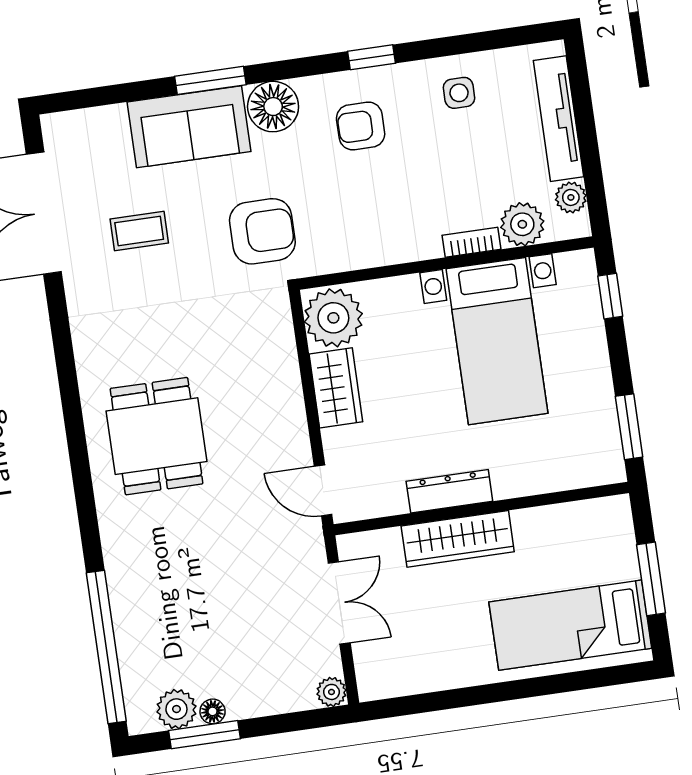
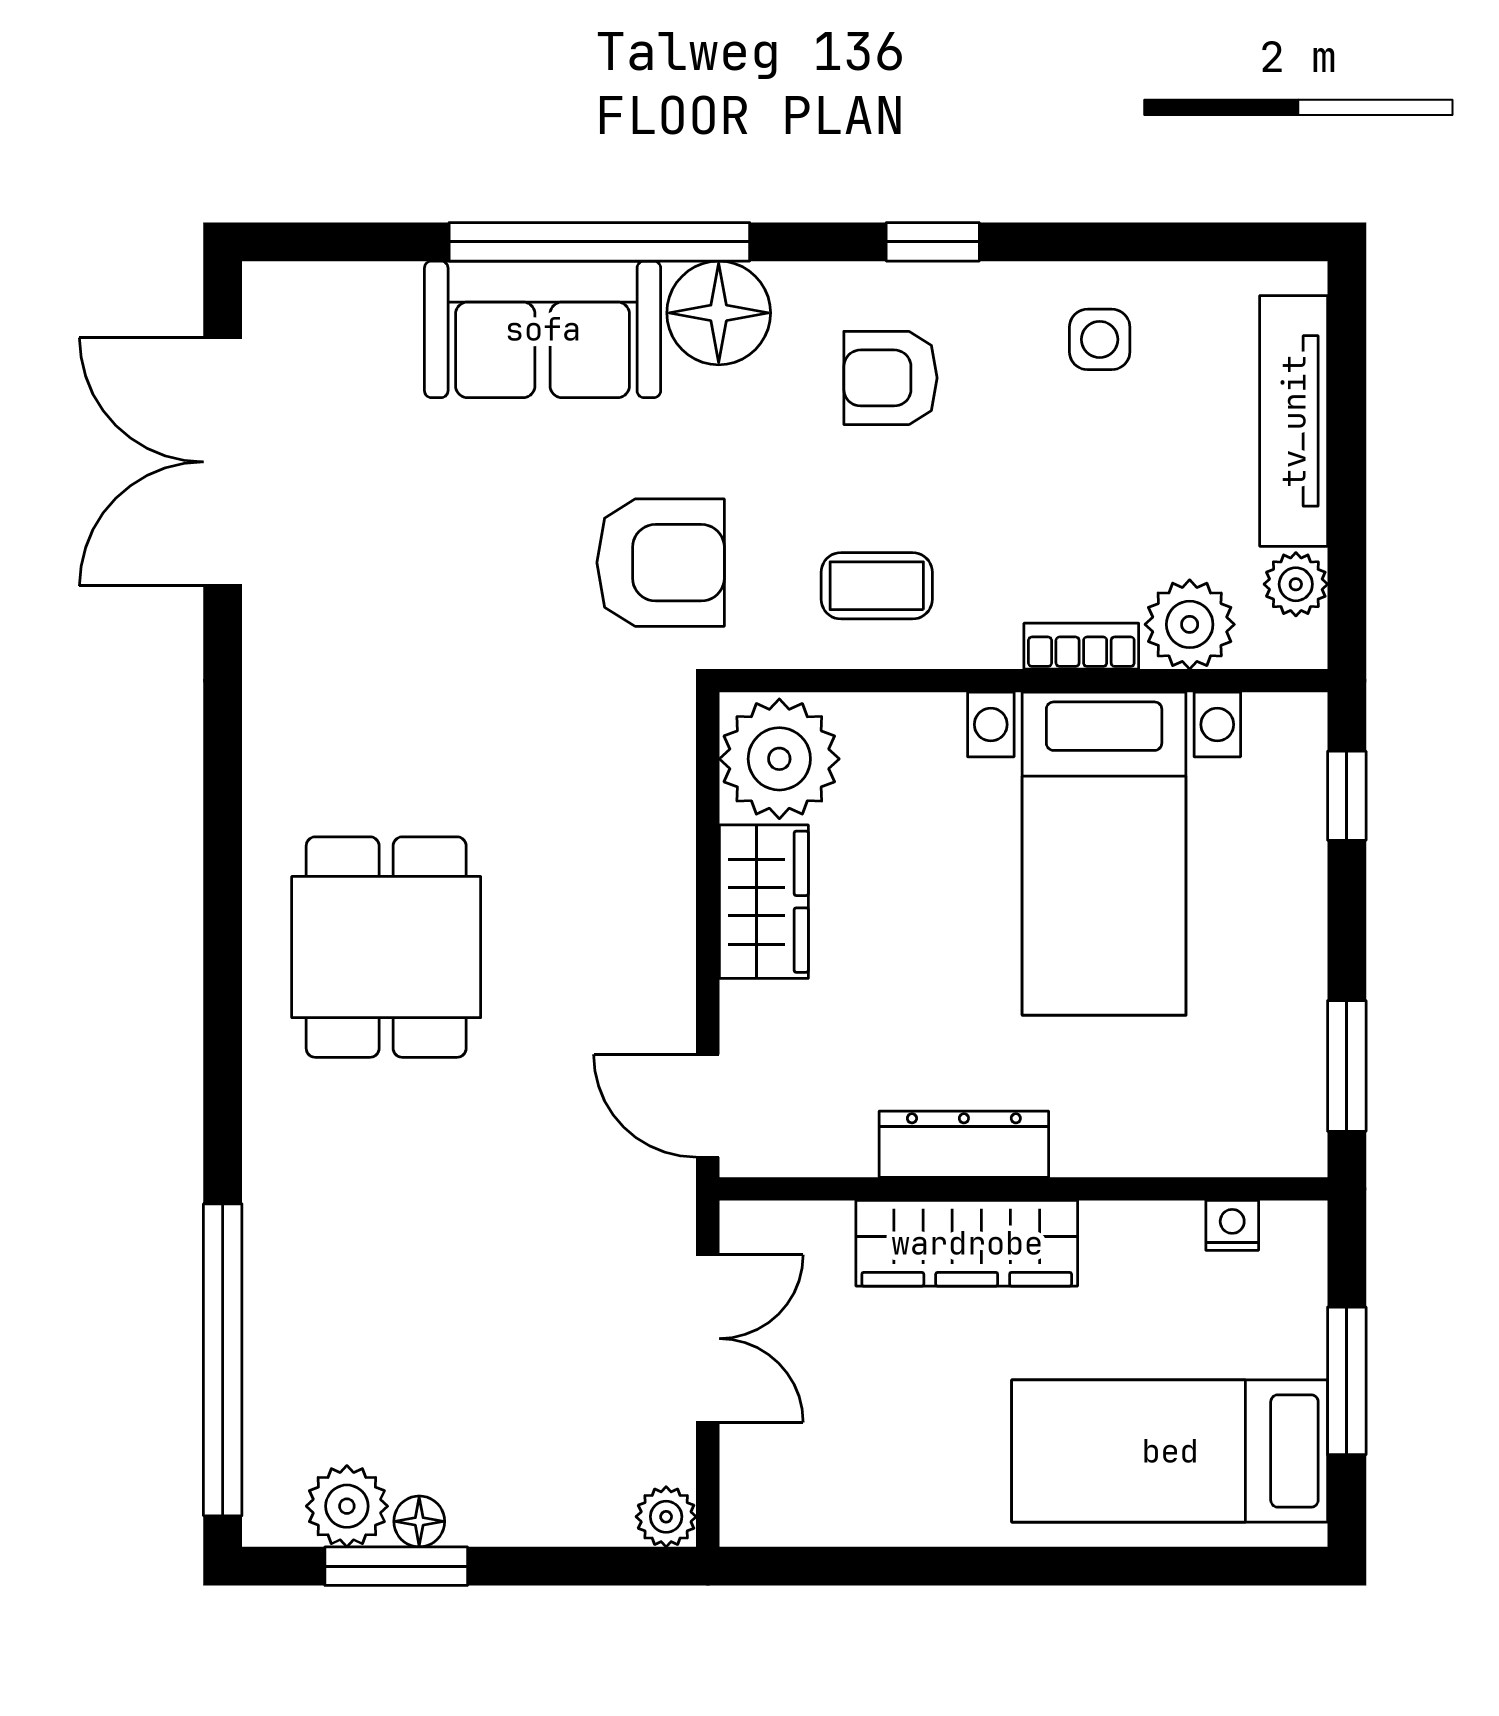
window: (210, 80) -> (599, 242), width x2.11
coffee table: (139, 231) -> (877, 586), moved
nightstand: (585, 512) -> (1232, 1225), added

